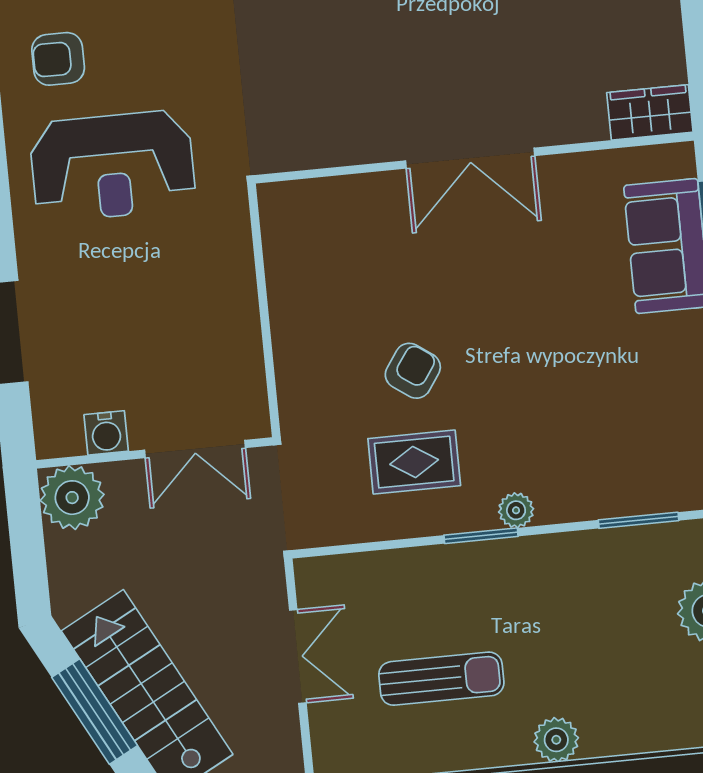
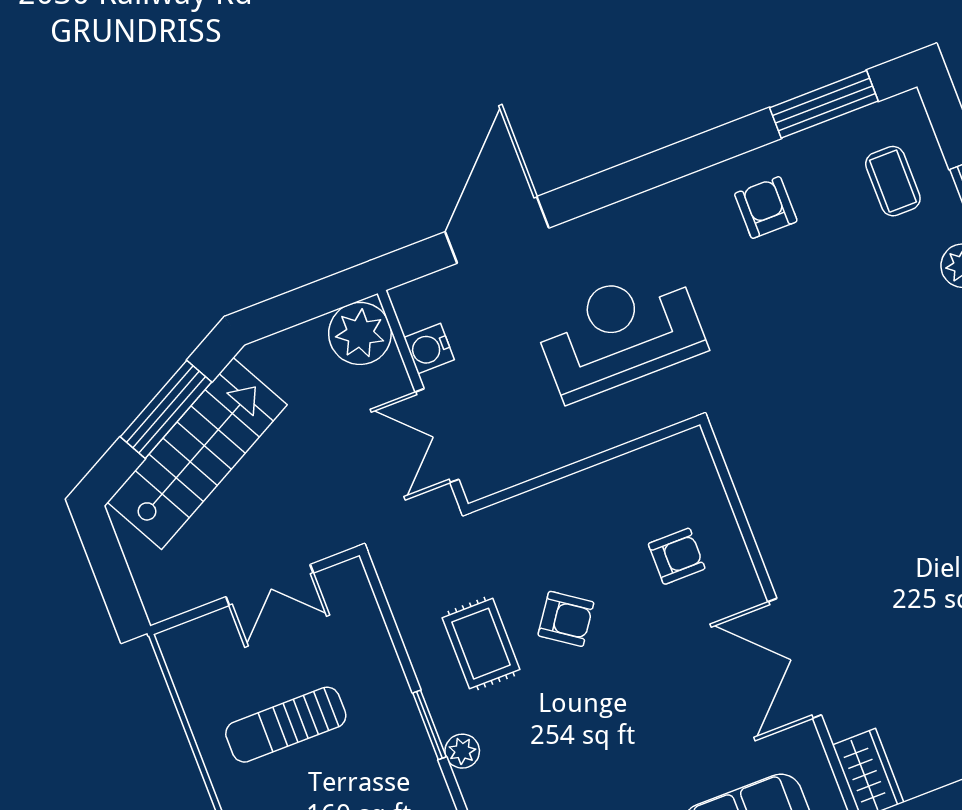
double door: (470, 158) -> (795, 658), moved
reception desk: (112, 166) -> (620, 333), moved, turned 90
armchair: (381, 243) -> (677, 556), added
sun lounger: (441, 679) -> (286, 725), turned 90

